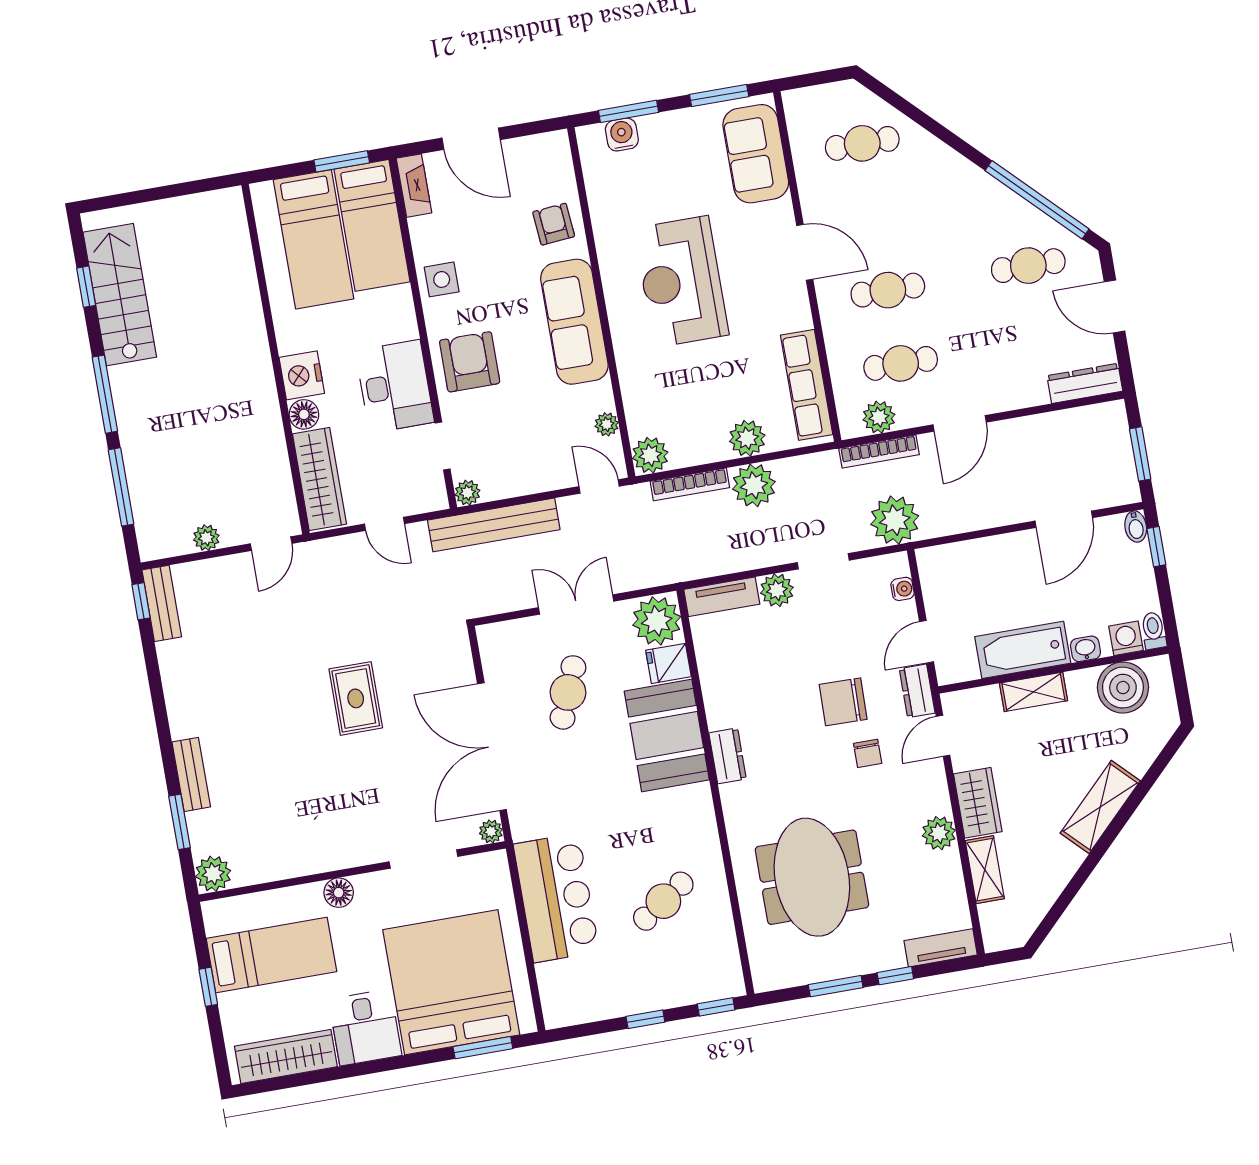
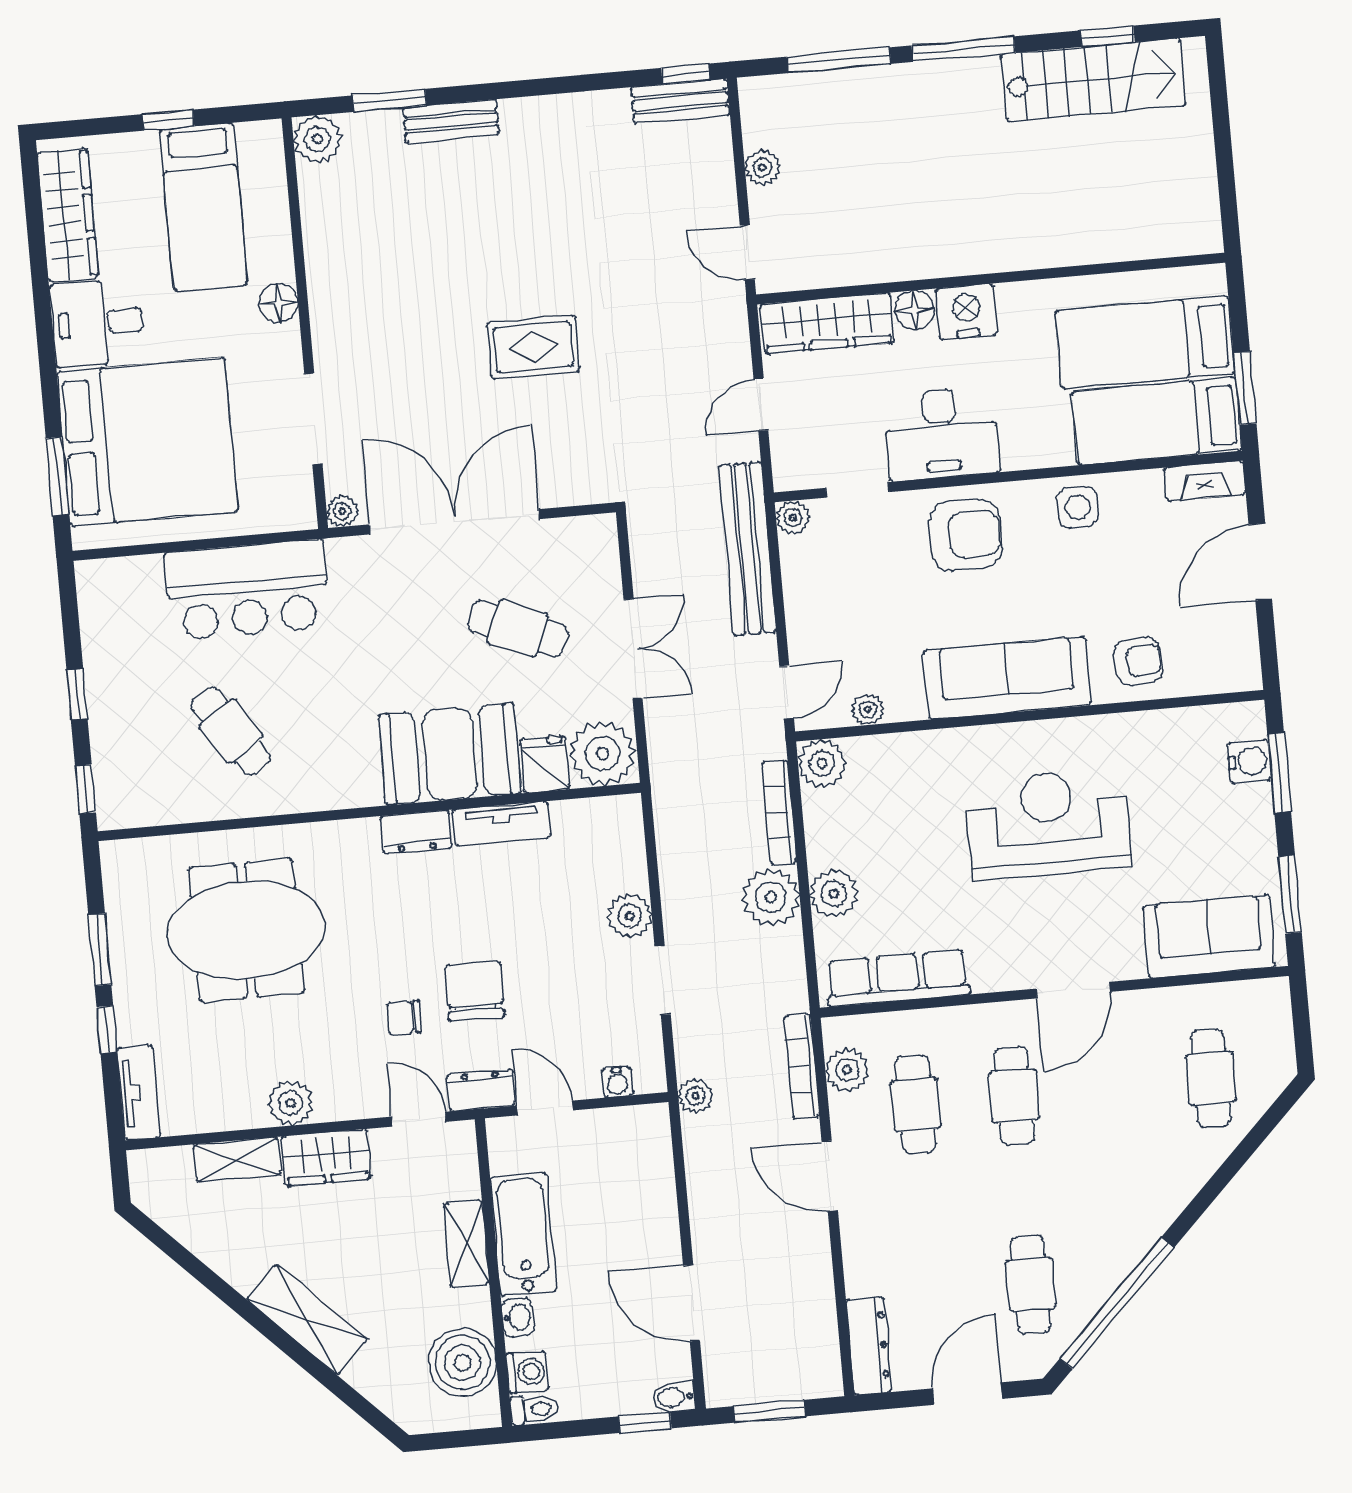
plant: (895, 520) -> (695, 1096), width x0.53, depth x0.53
tv unit: (722, 597) -> (501, 824), moved, turned -90

